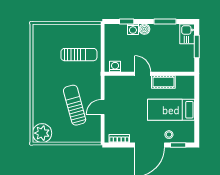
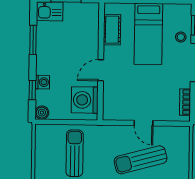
boiler: (144, 29) -> (42, 113), moved
washing machine: (115, 67) -> (85, 100), width x1.89, depth x1.89
cot: (163, 82) -> (112, 30), moved

